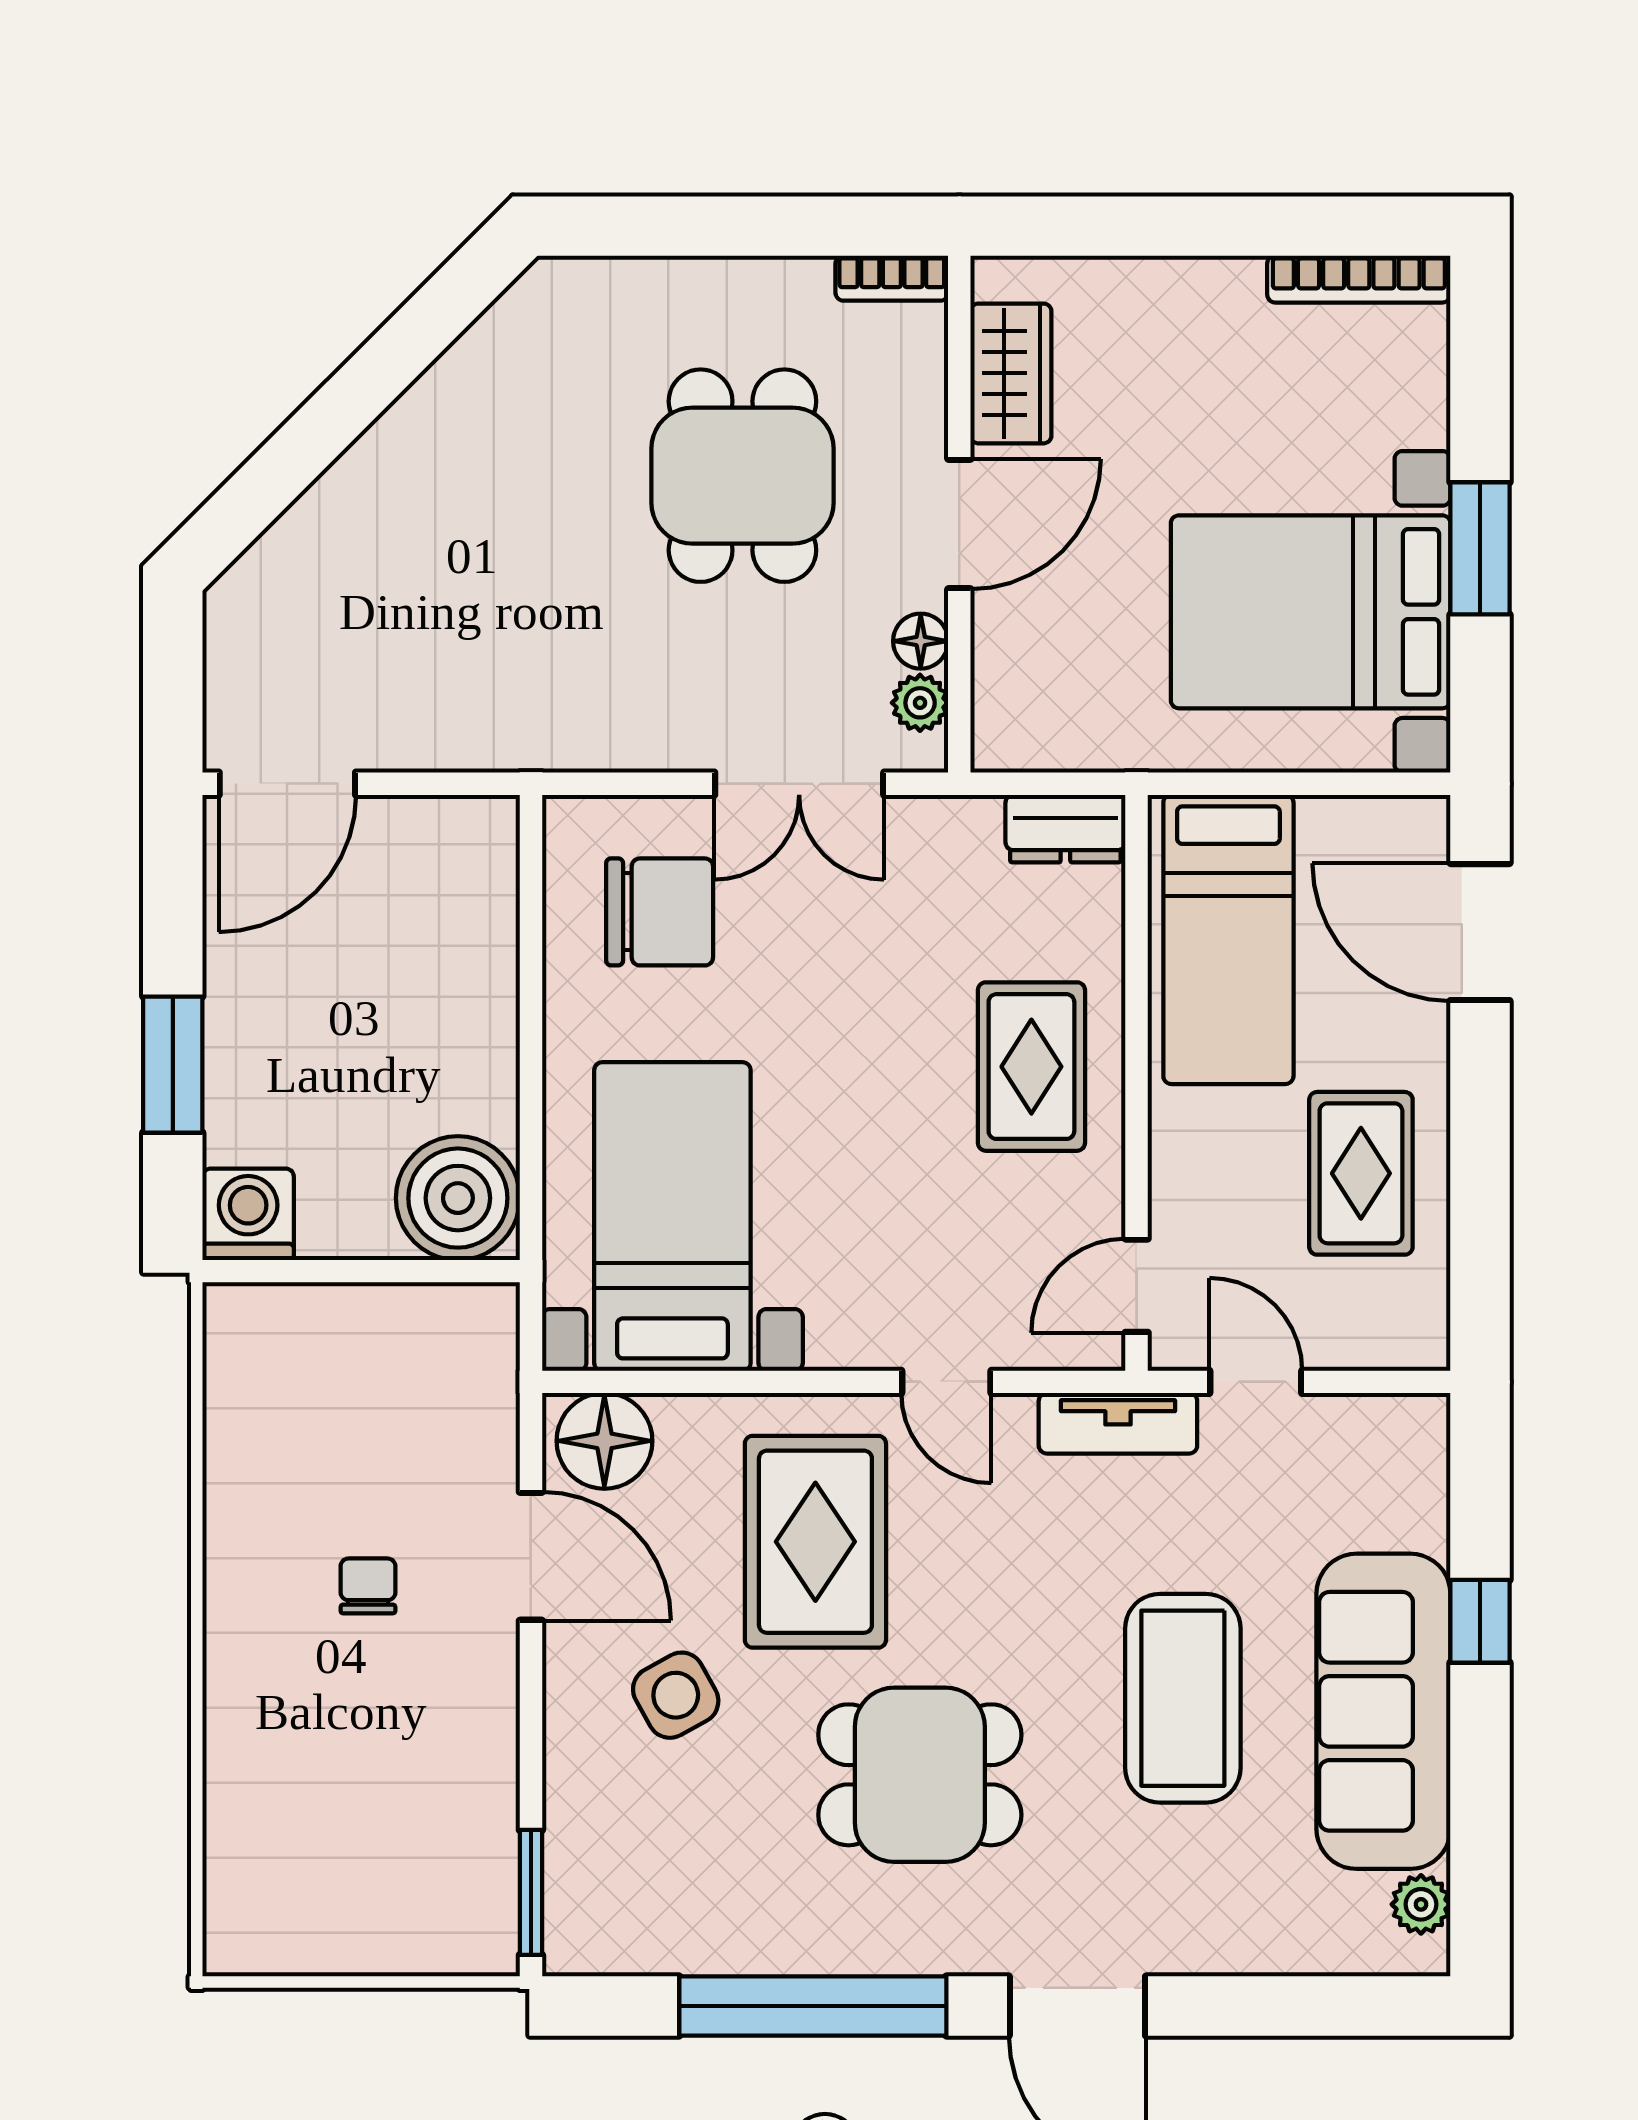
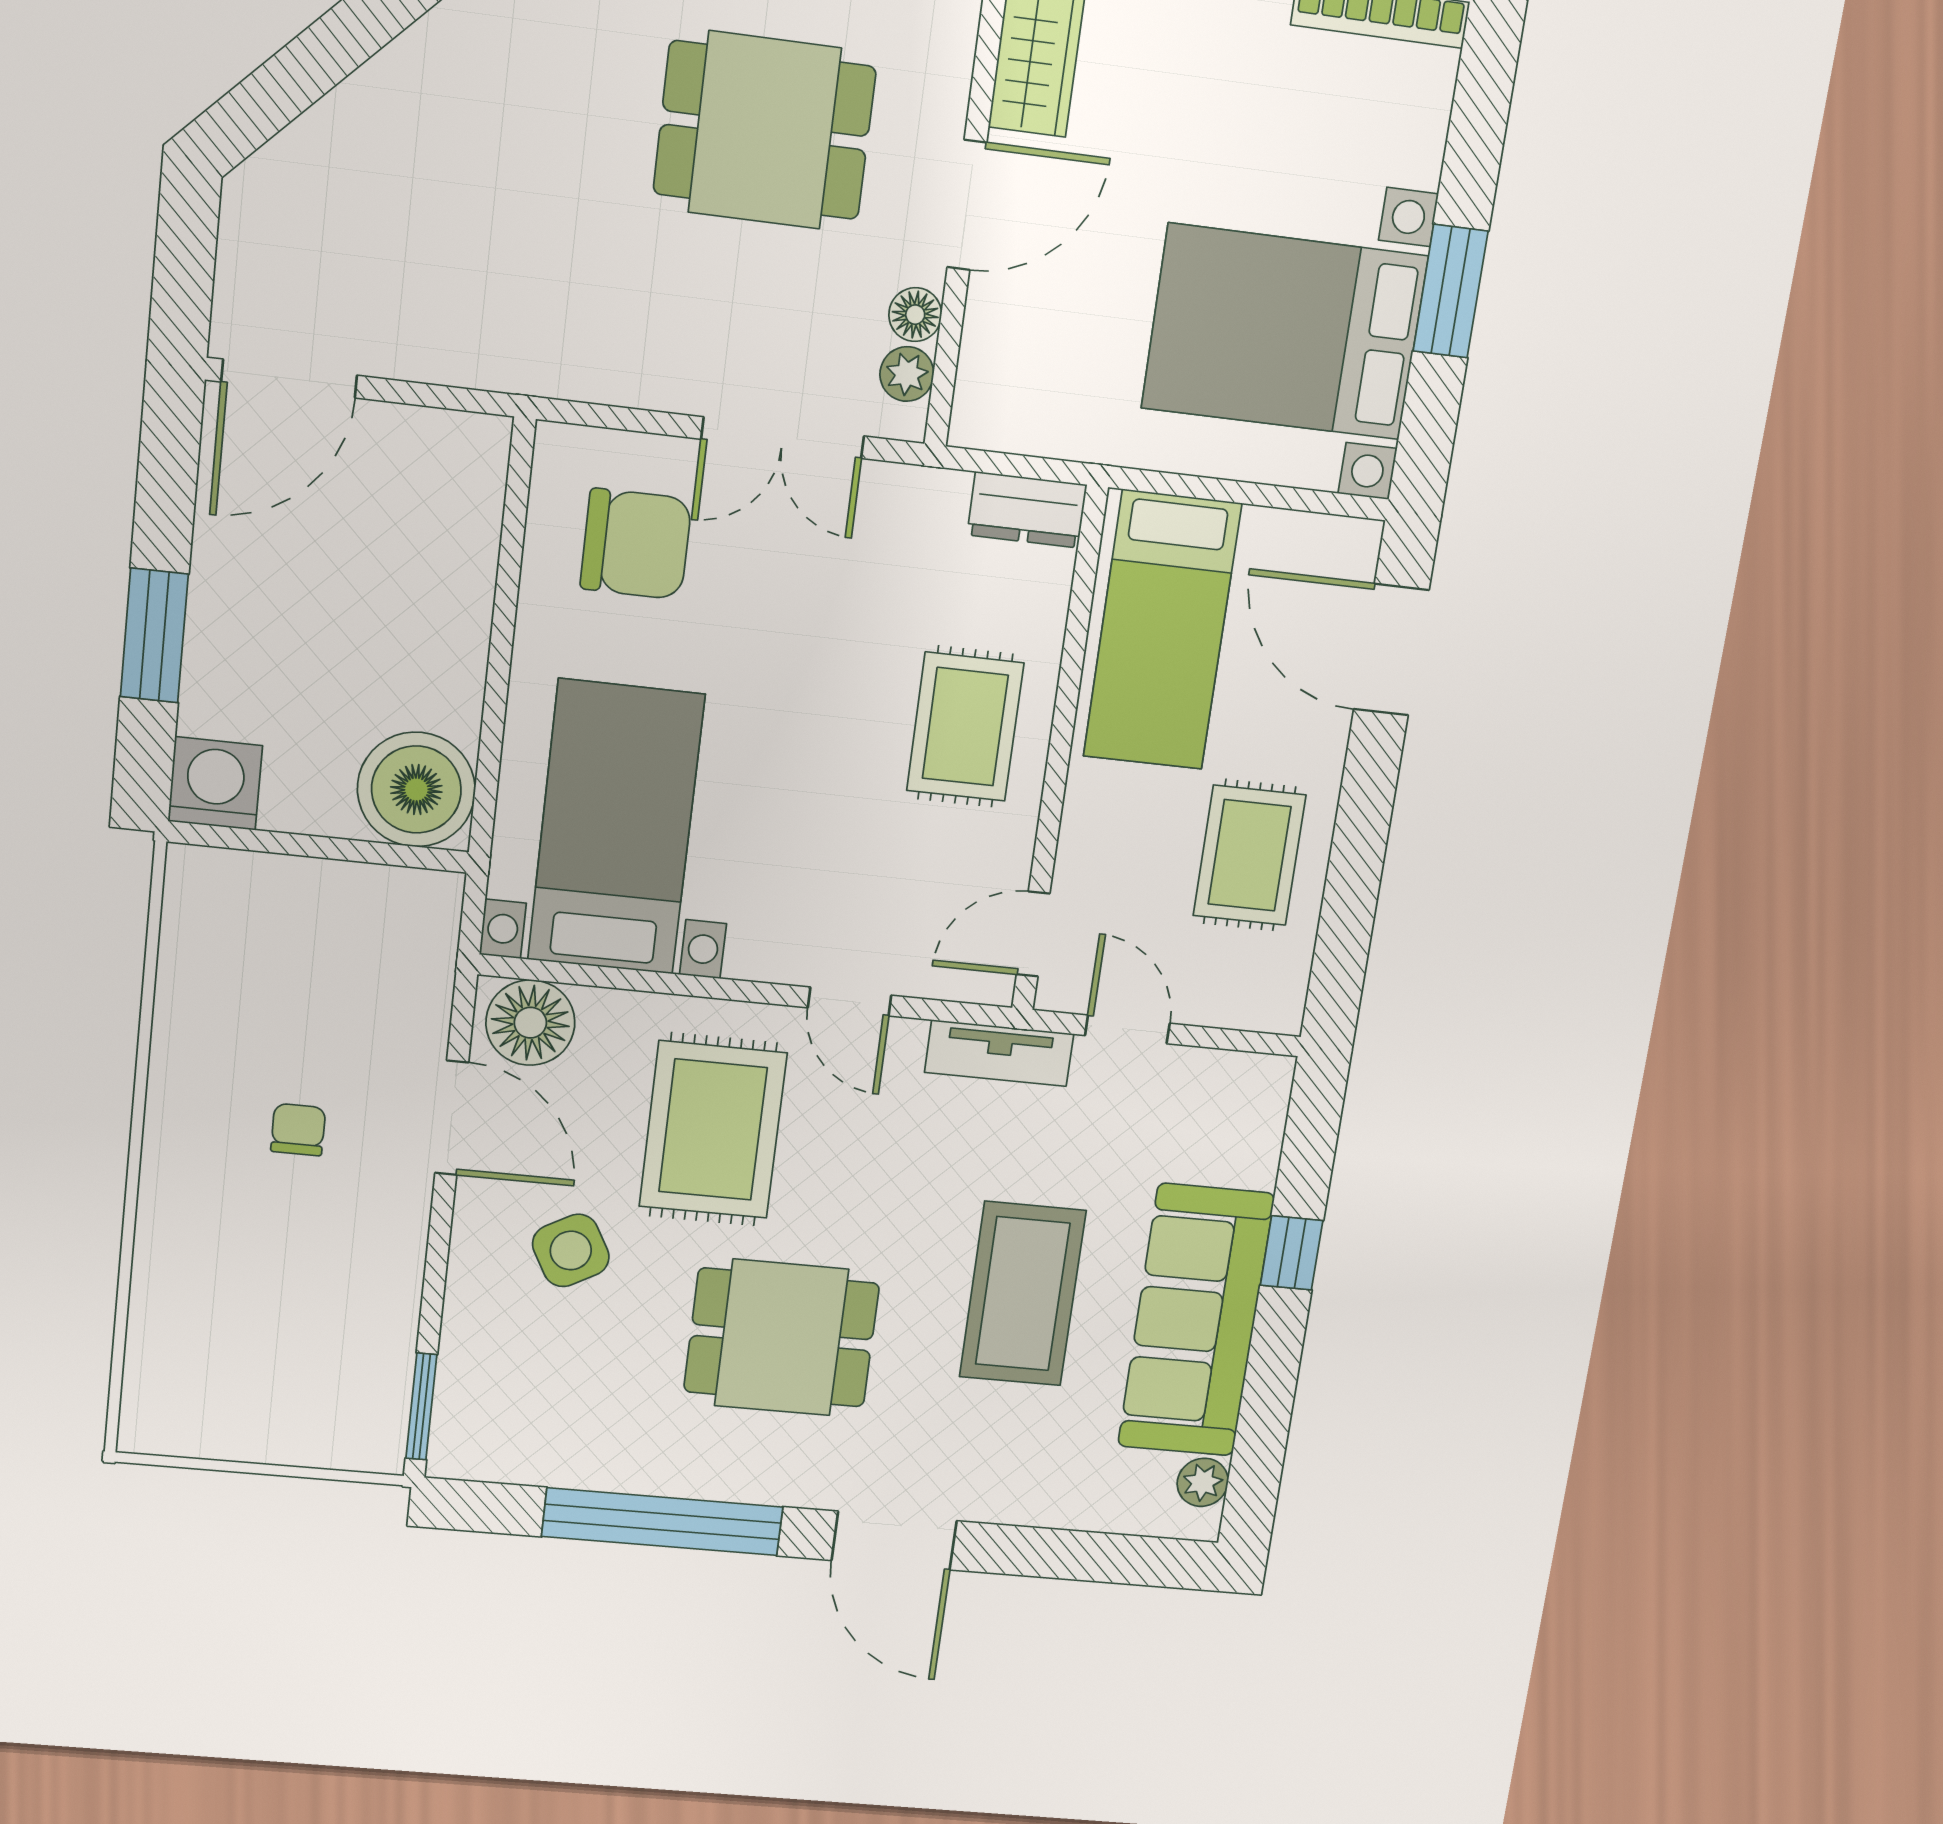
dining table: (742, 476) -> (765, 130), turned 90

